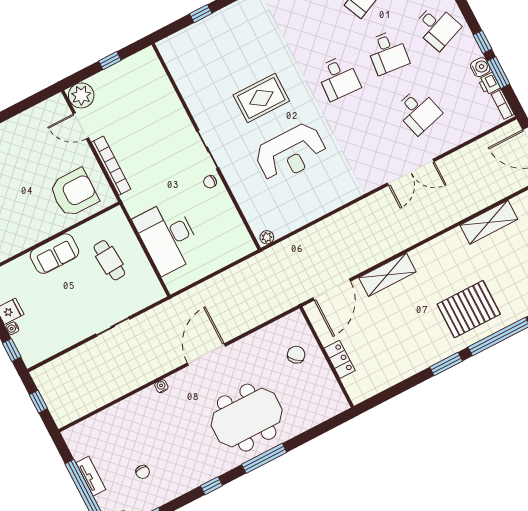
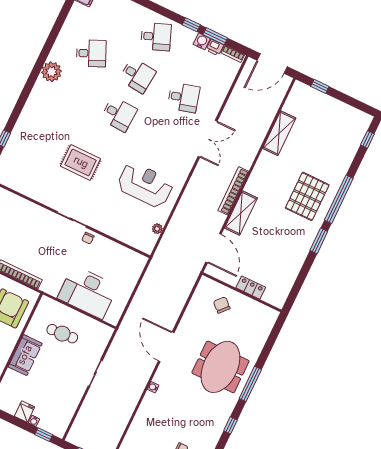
rug: (261, 98) -> (81, 162), turned 90
reception desk: (291, 153) -> (145, 185), moved, turned -90
plant: (267, 237) -> (157, 229), moved
bookcase: (397, 246) -> (233, 191), added

